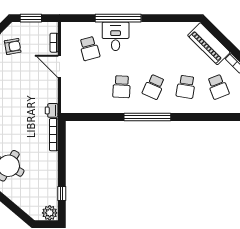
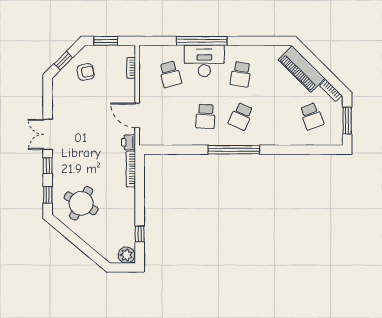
desk: (116, 36) -> (204, 61), width x1.37
door: (59, 66) -> (137, 115), moved
school desk: (186, 87) -> (241, 74), moved

